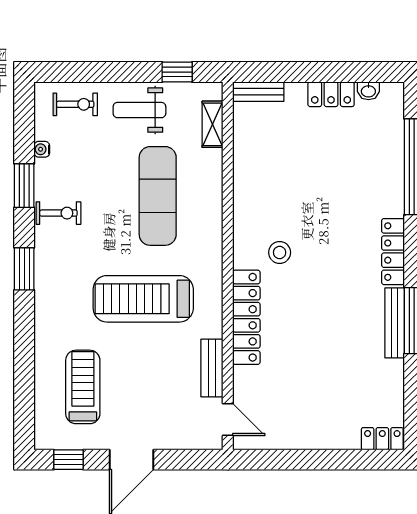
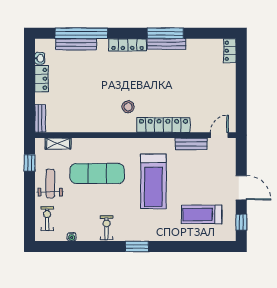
weight bench: (139, 110) -> (50, 183), turned 180
bench: (394, 157) -> (76, 44), added
window: (24, 186) -> (92, 246), removed

